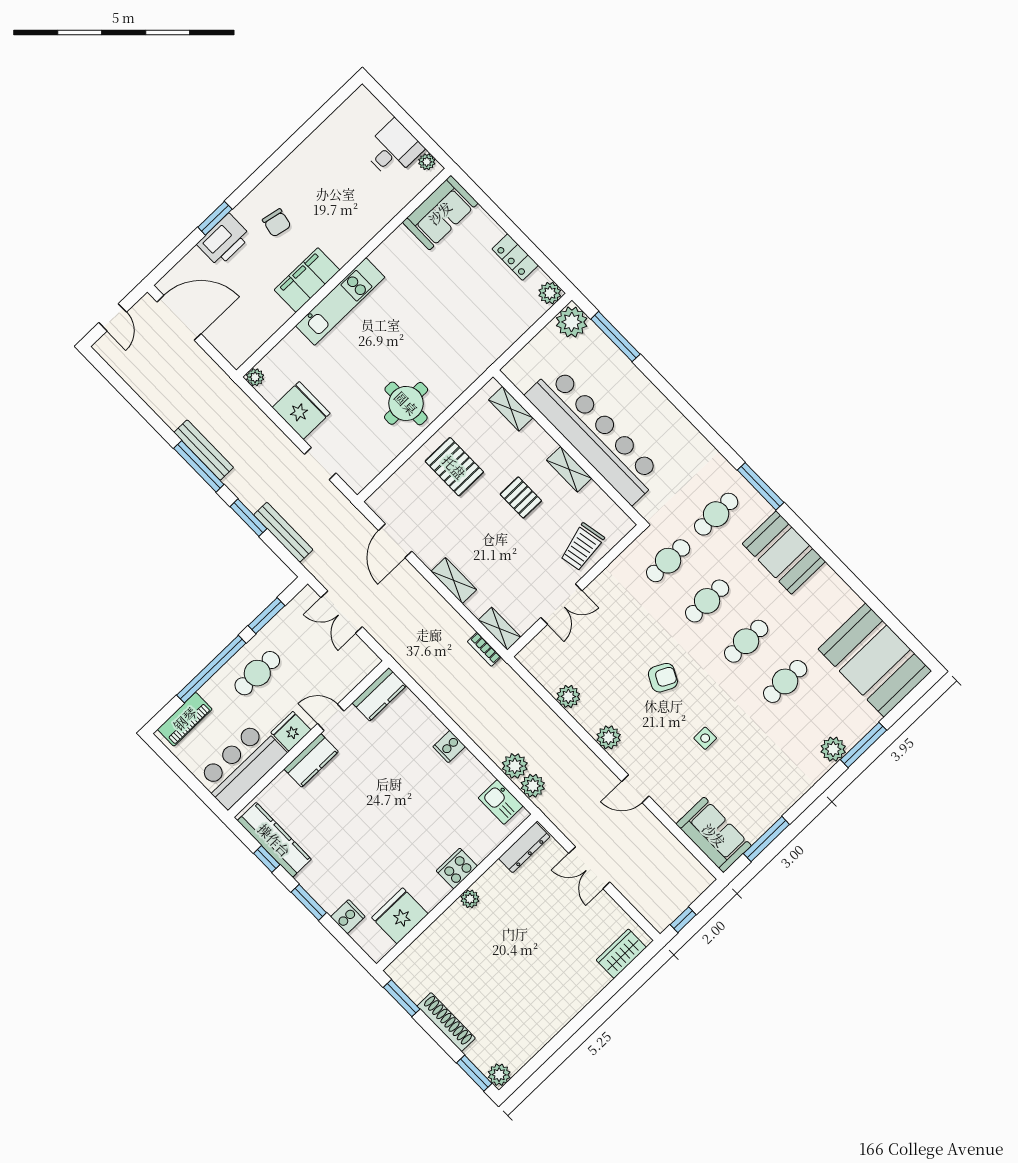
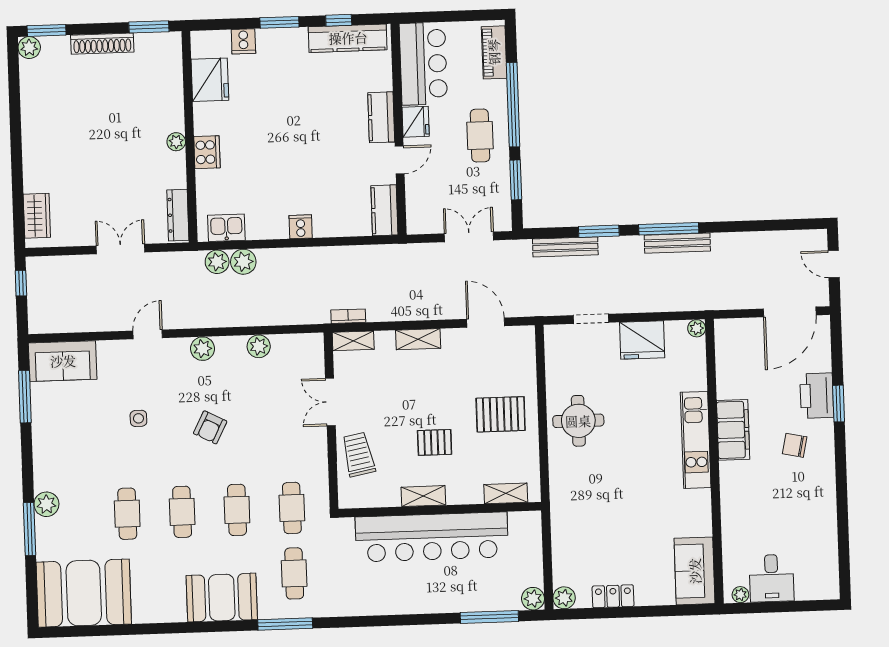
plant: (572, 322) -> (533, 599), width x0.73, depth x0.73

